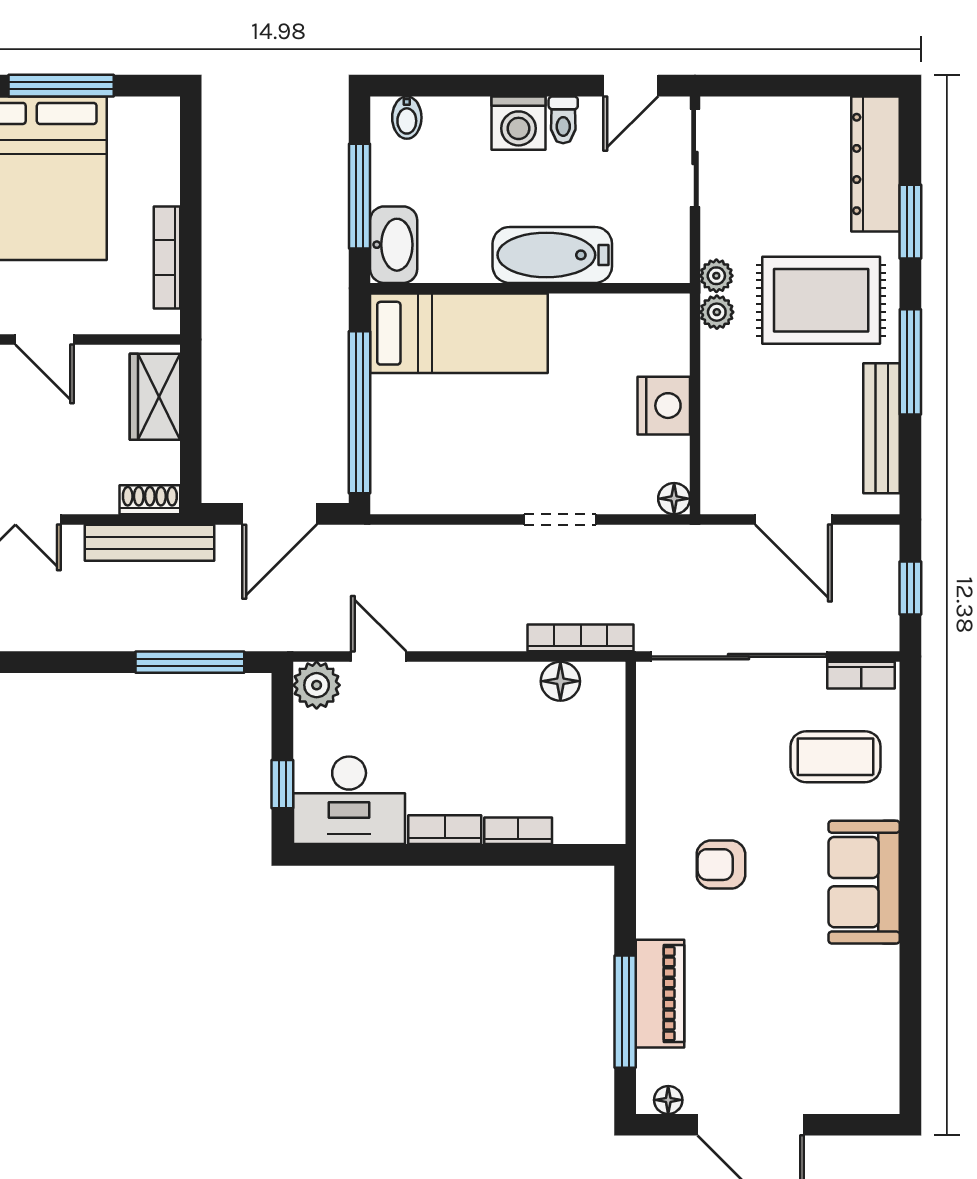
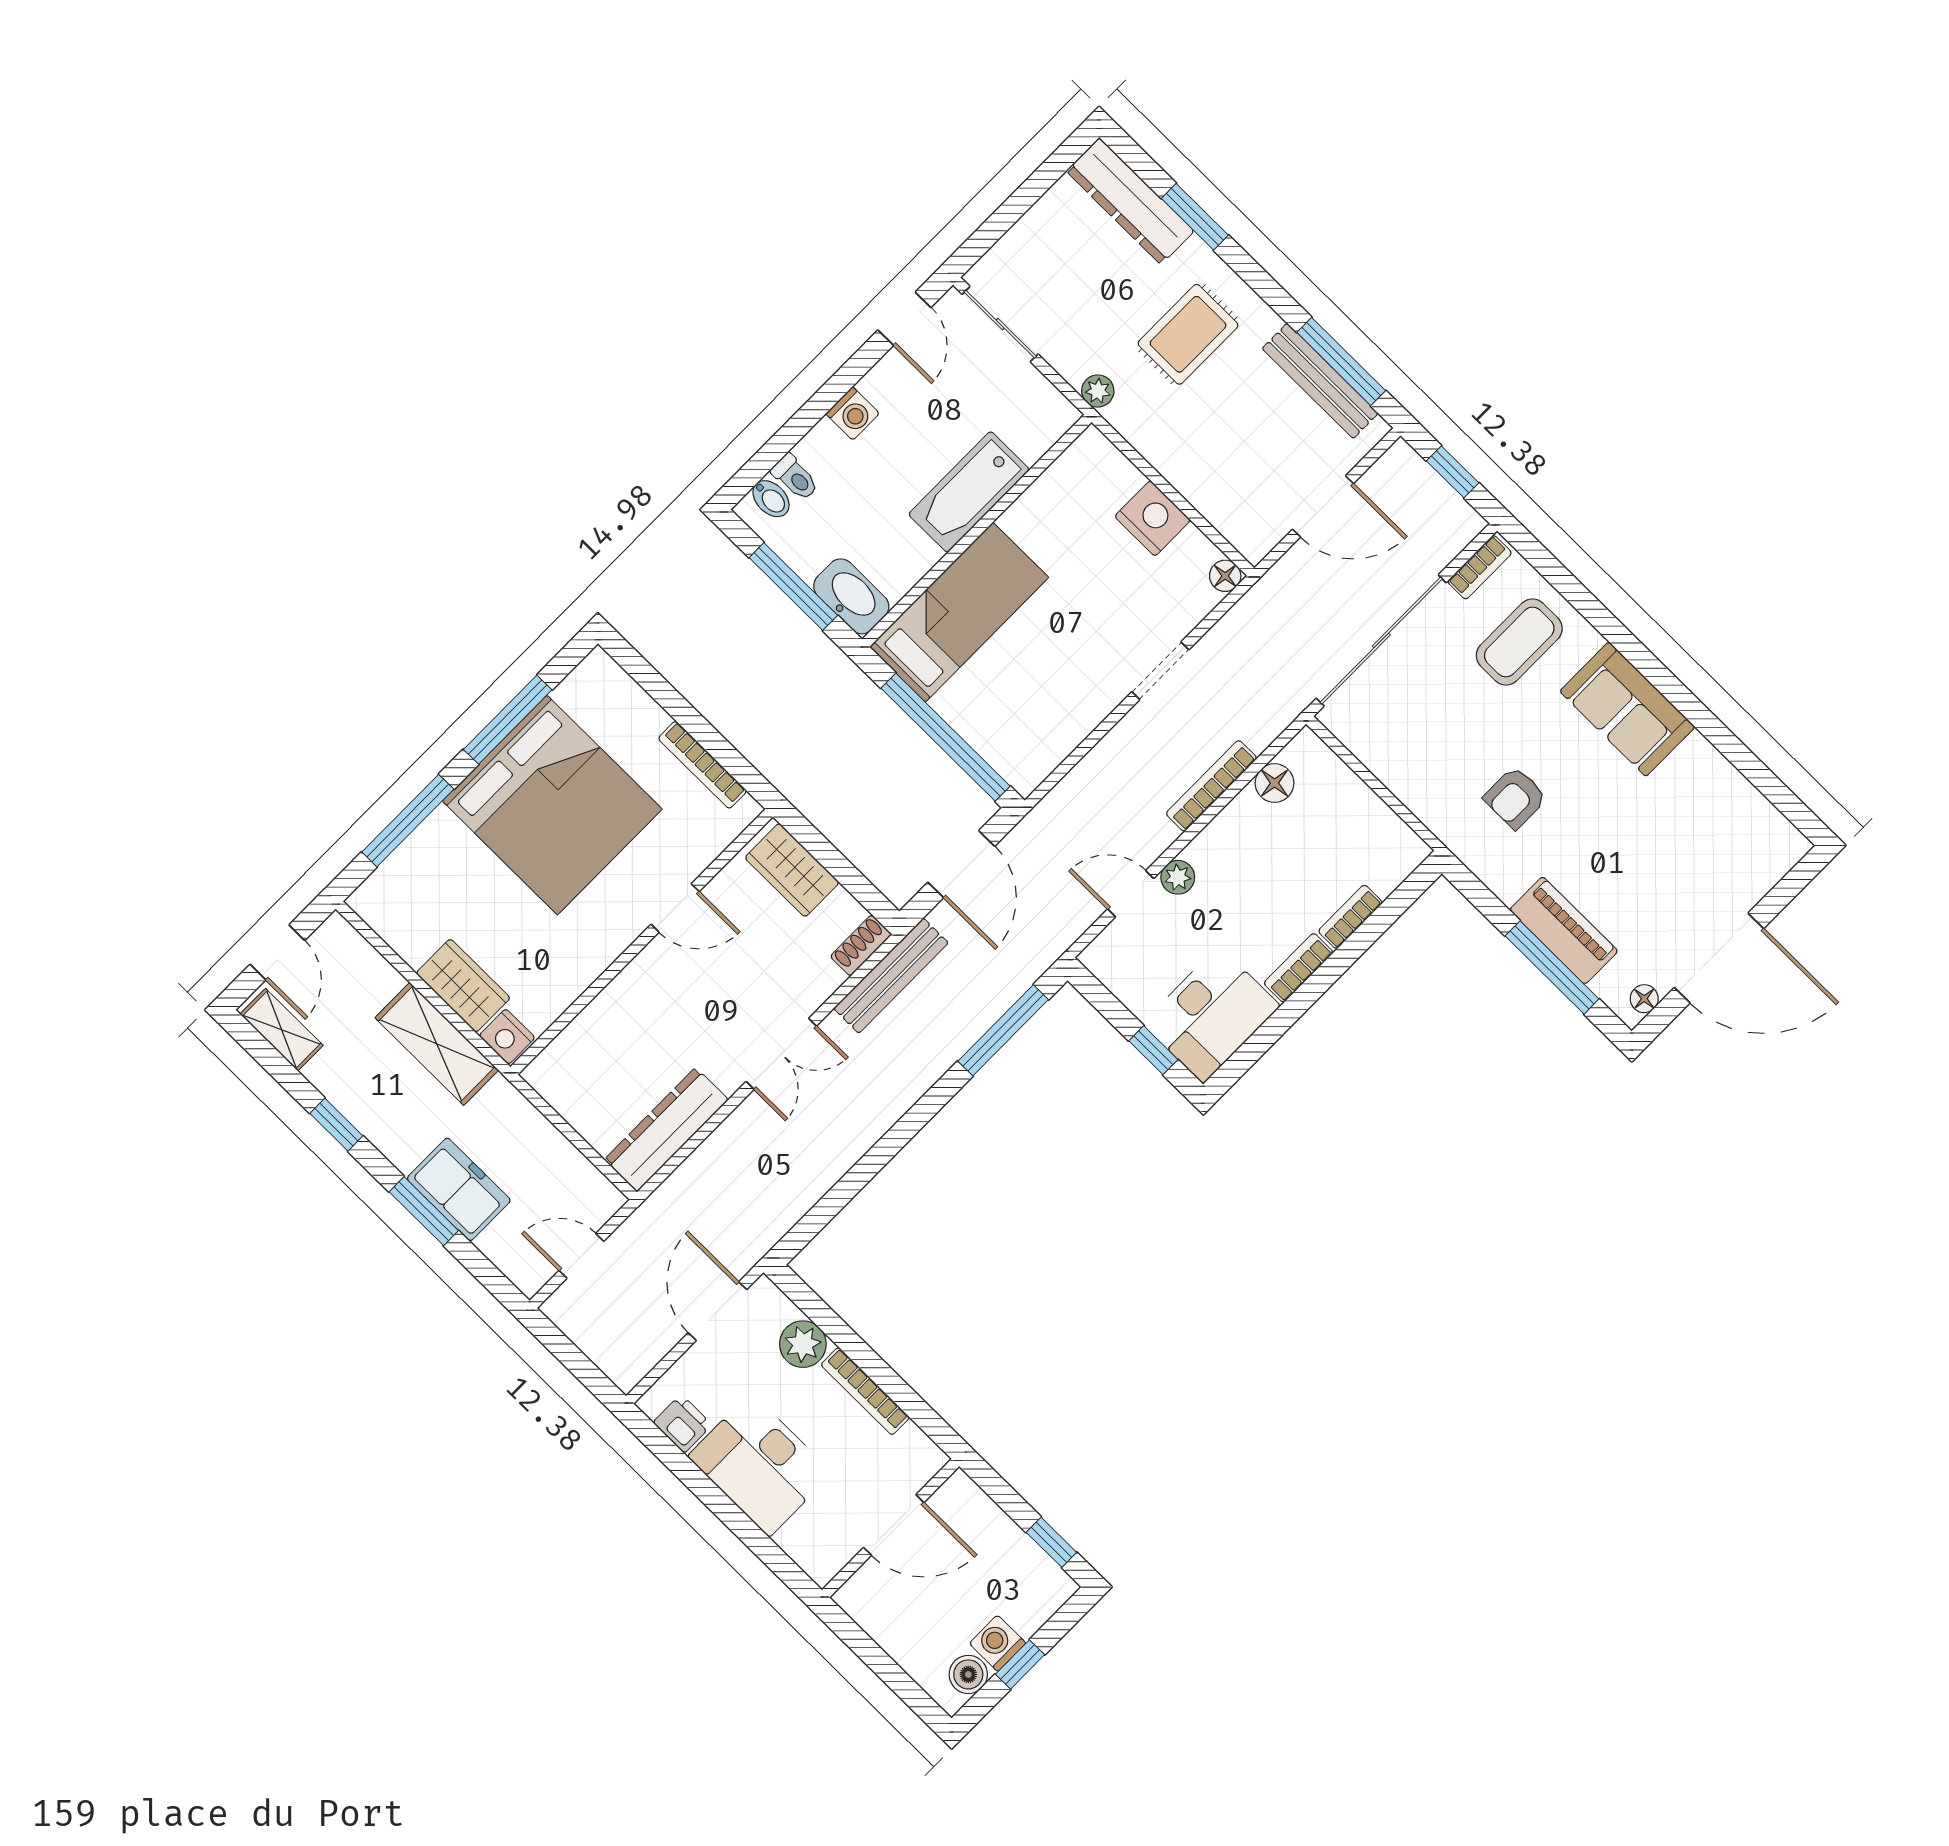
toilet: (563, 120) -> (795, 477), moved
washing machine: (519, 123) -> (853, 414), width x0.73, depth x0.73
rug: (821, 300) -> (1188, 334), width x0.73, depth x0.70
plant: (717, 312) -> (1124, 416), removed
window: (910, 362) -> (1341, 362), moved
bookcase: (581, 638) -> (1211, 786), moved
plant: (317, 685) -> (1178, 877), moved, width x0.73, depth x0.73

